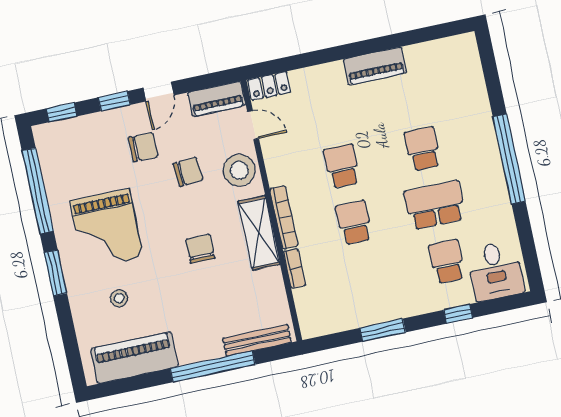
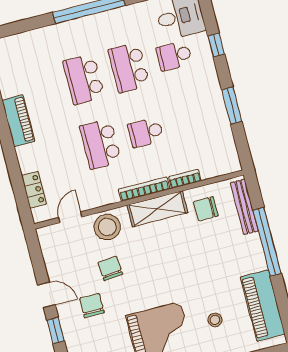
locker: (269, 86) -> (34, 190), moved
piano: (217, 99) -> (50, 248), removed
school desk: (423, 149) -> (84, 79), width x1.85
school desk: (342, 166) -> (100, 144), width x1.85
chair: (200, 249) -> (206, 209), moved

